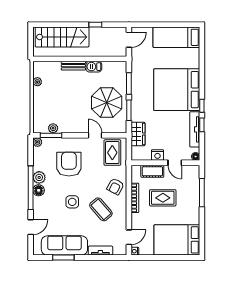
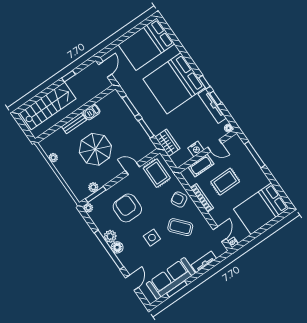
bed: (176, 37) -> (146, 44), width x1.50
parasol: (107, 102) -> (95, 149), moved
armchair: (115, 186) -> (179, 200), turned 123

